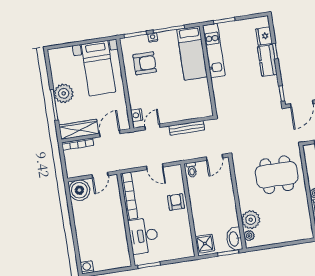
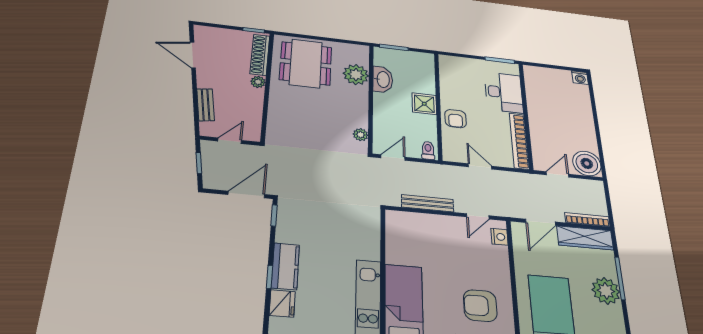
dining table: (277, 175) -> (306, 63), moved, turned 90
plant: (249, 236) -> (361, 135), moved
washbasin: (234, 239) -> (383, 79), moved
shower: (205, 244) -> (424, 104), moved

